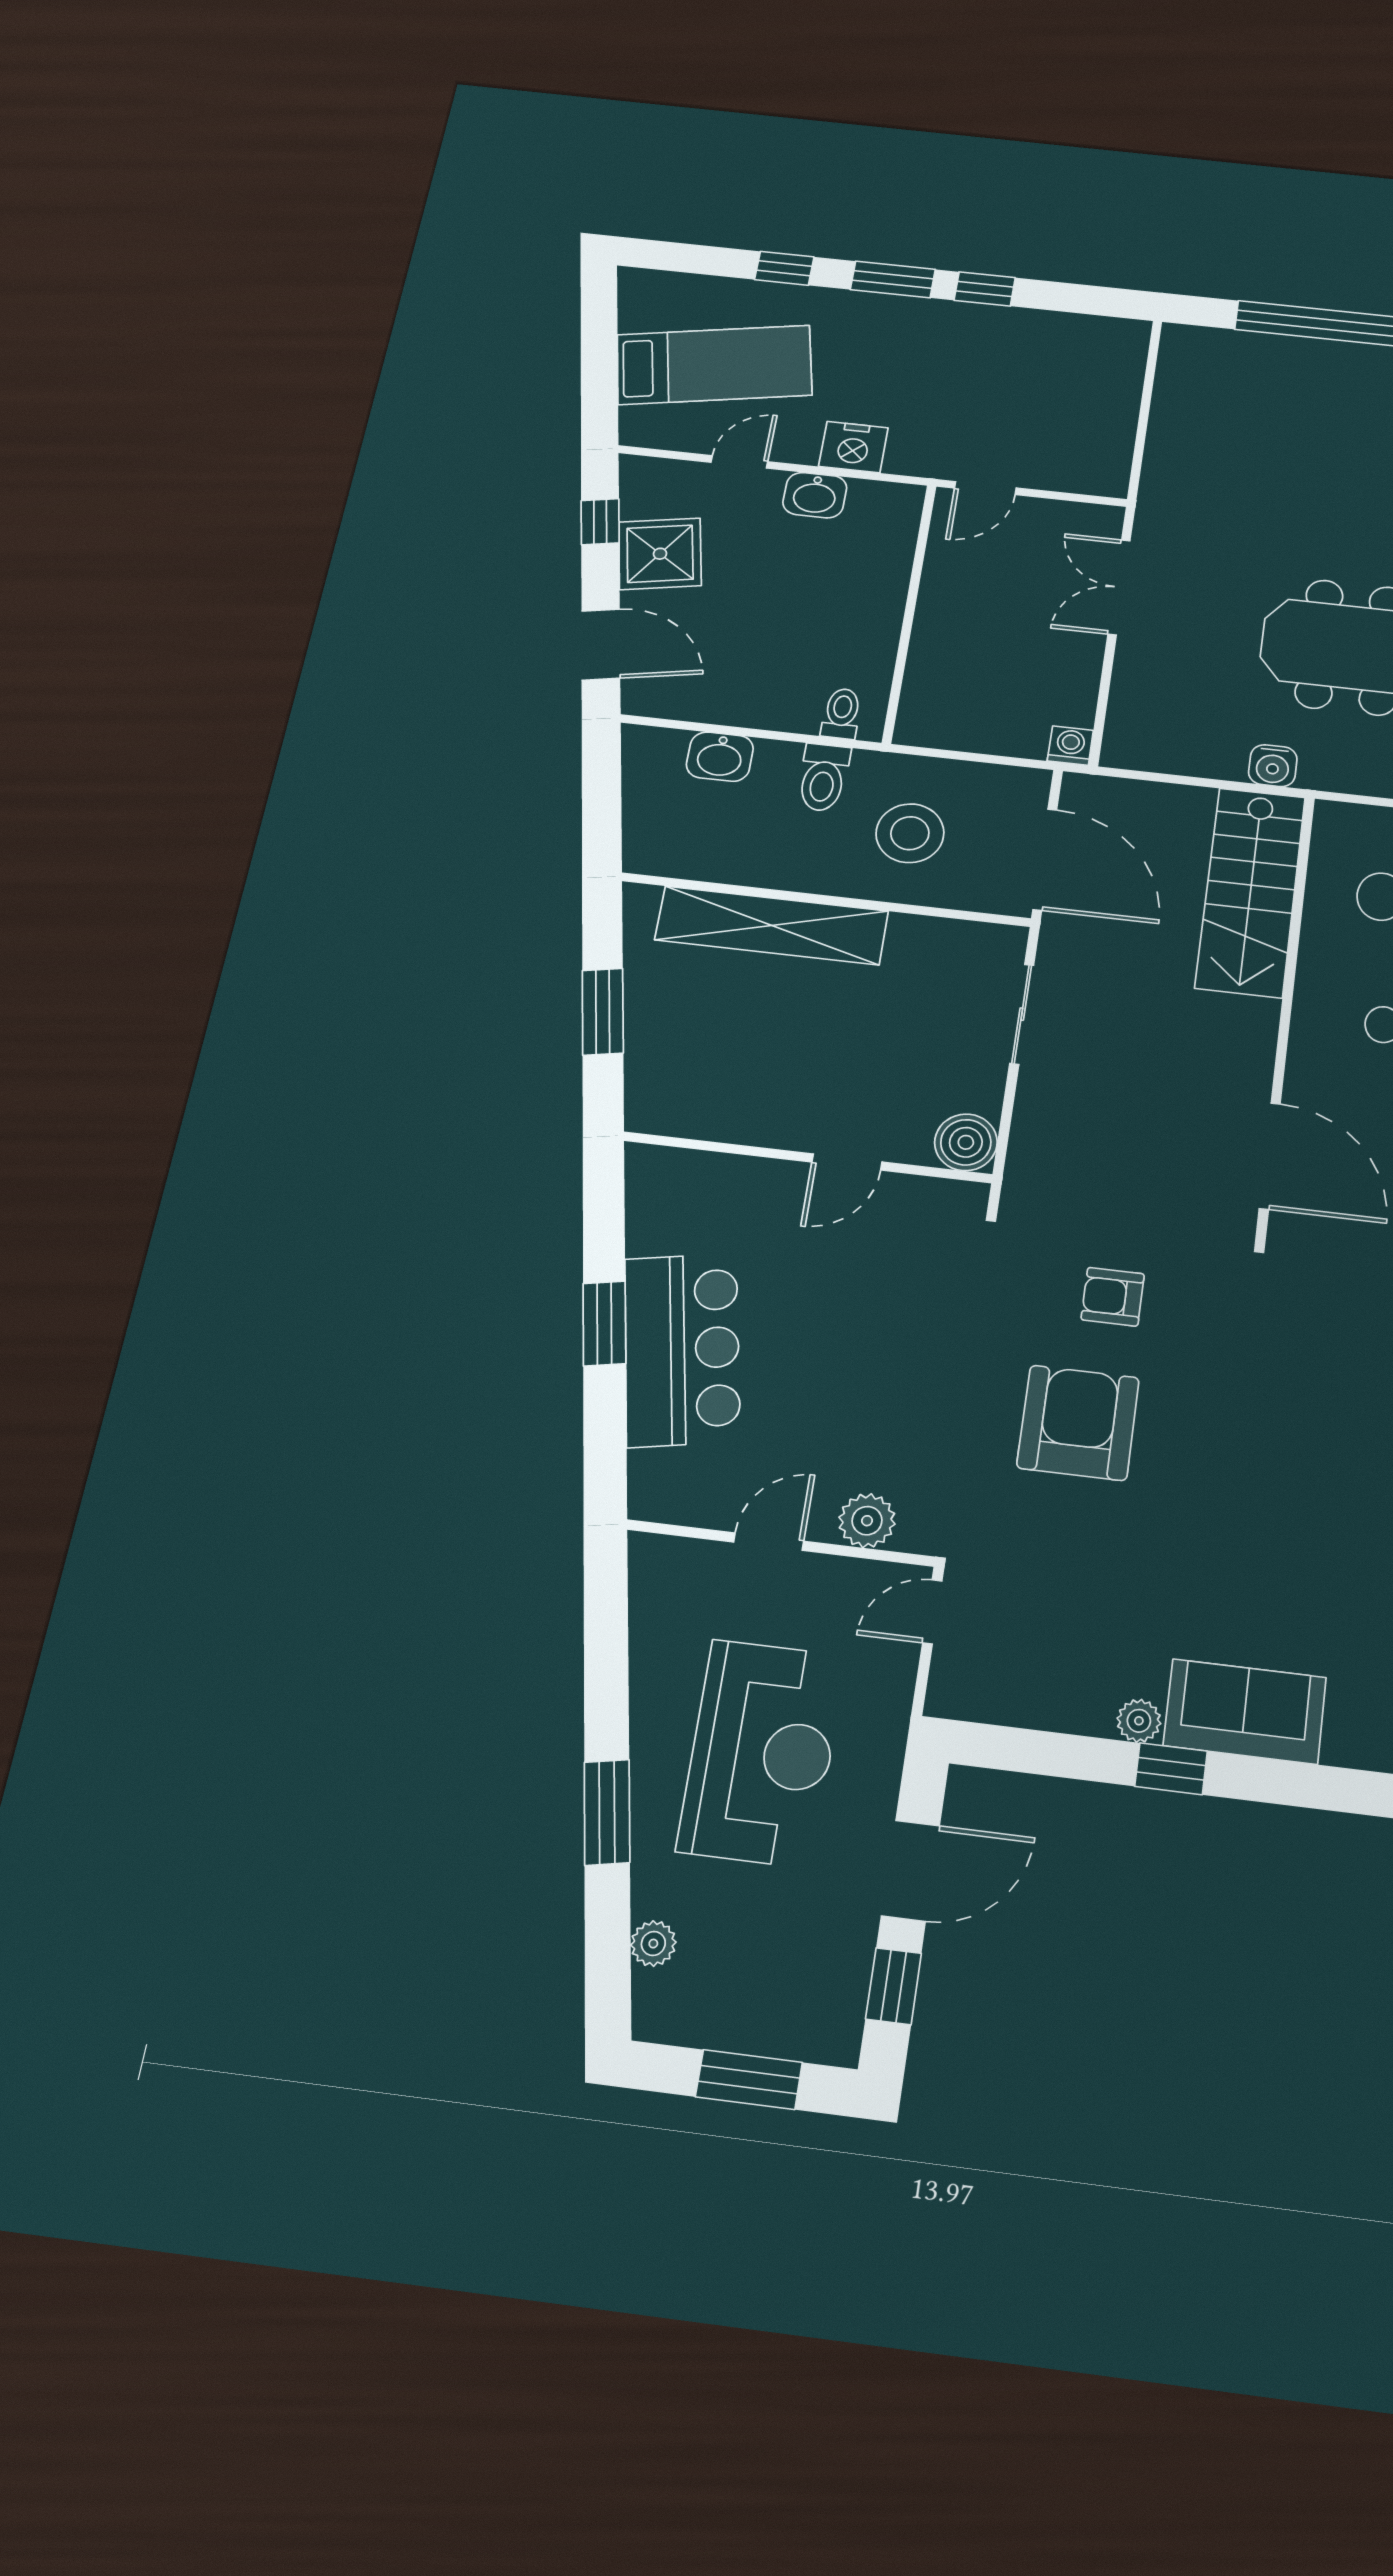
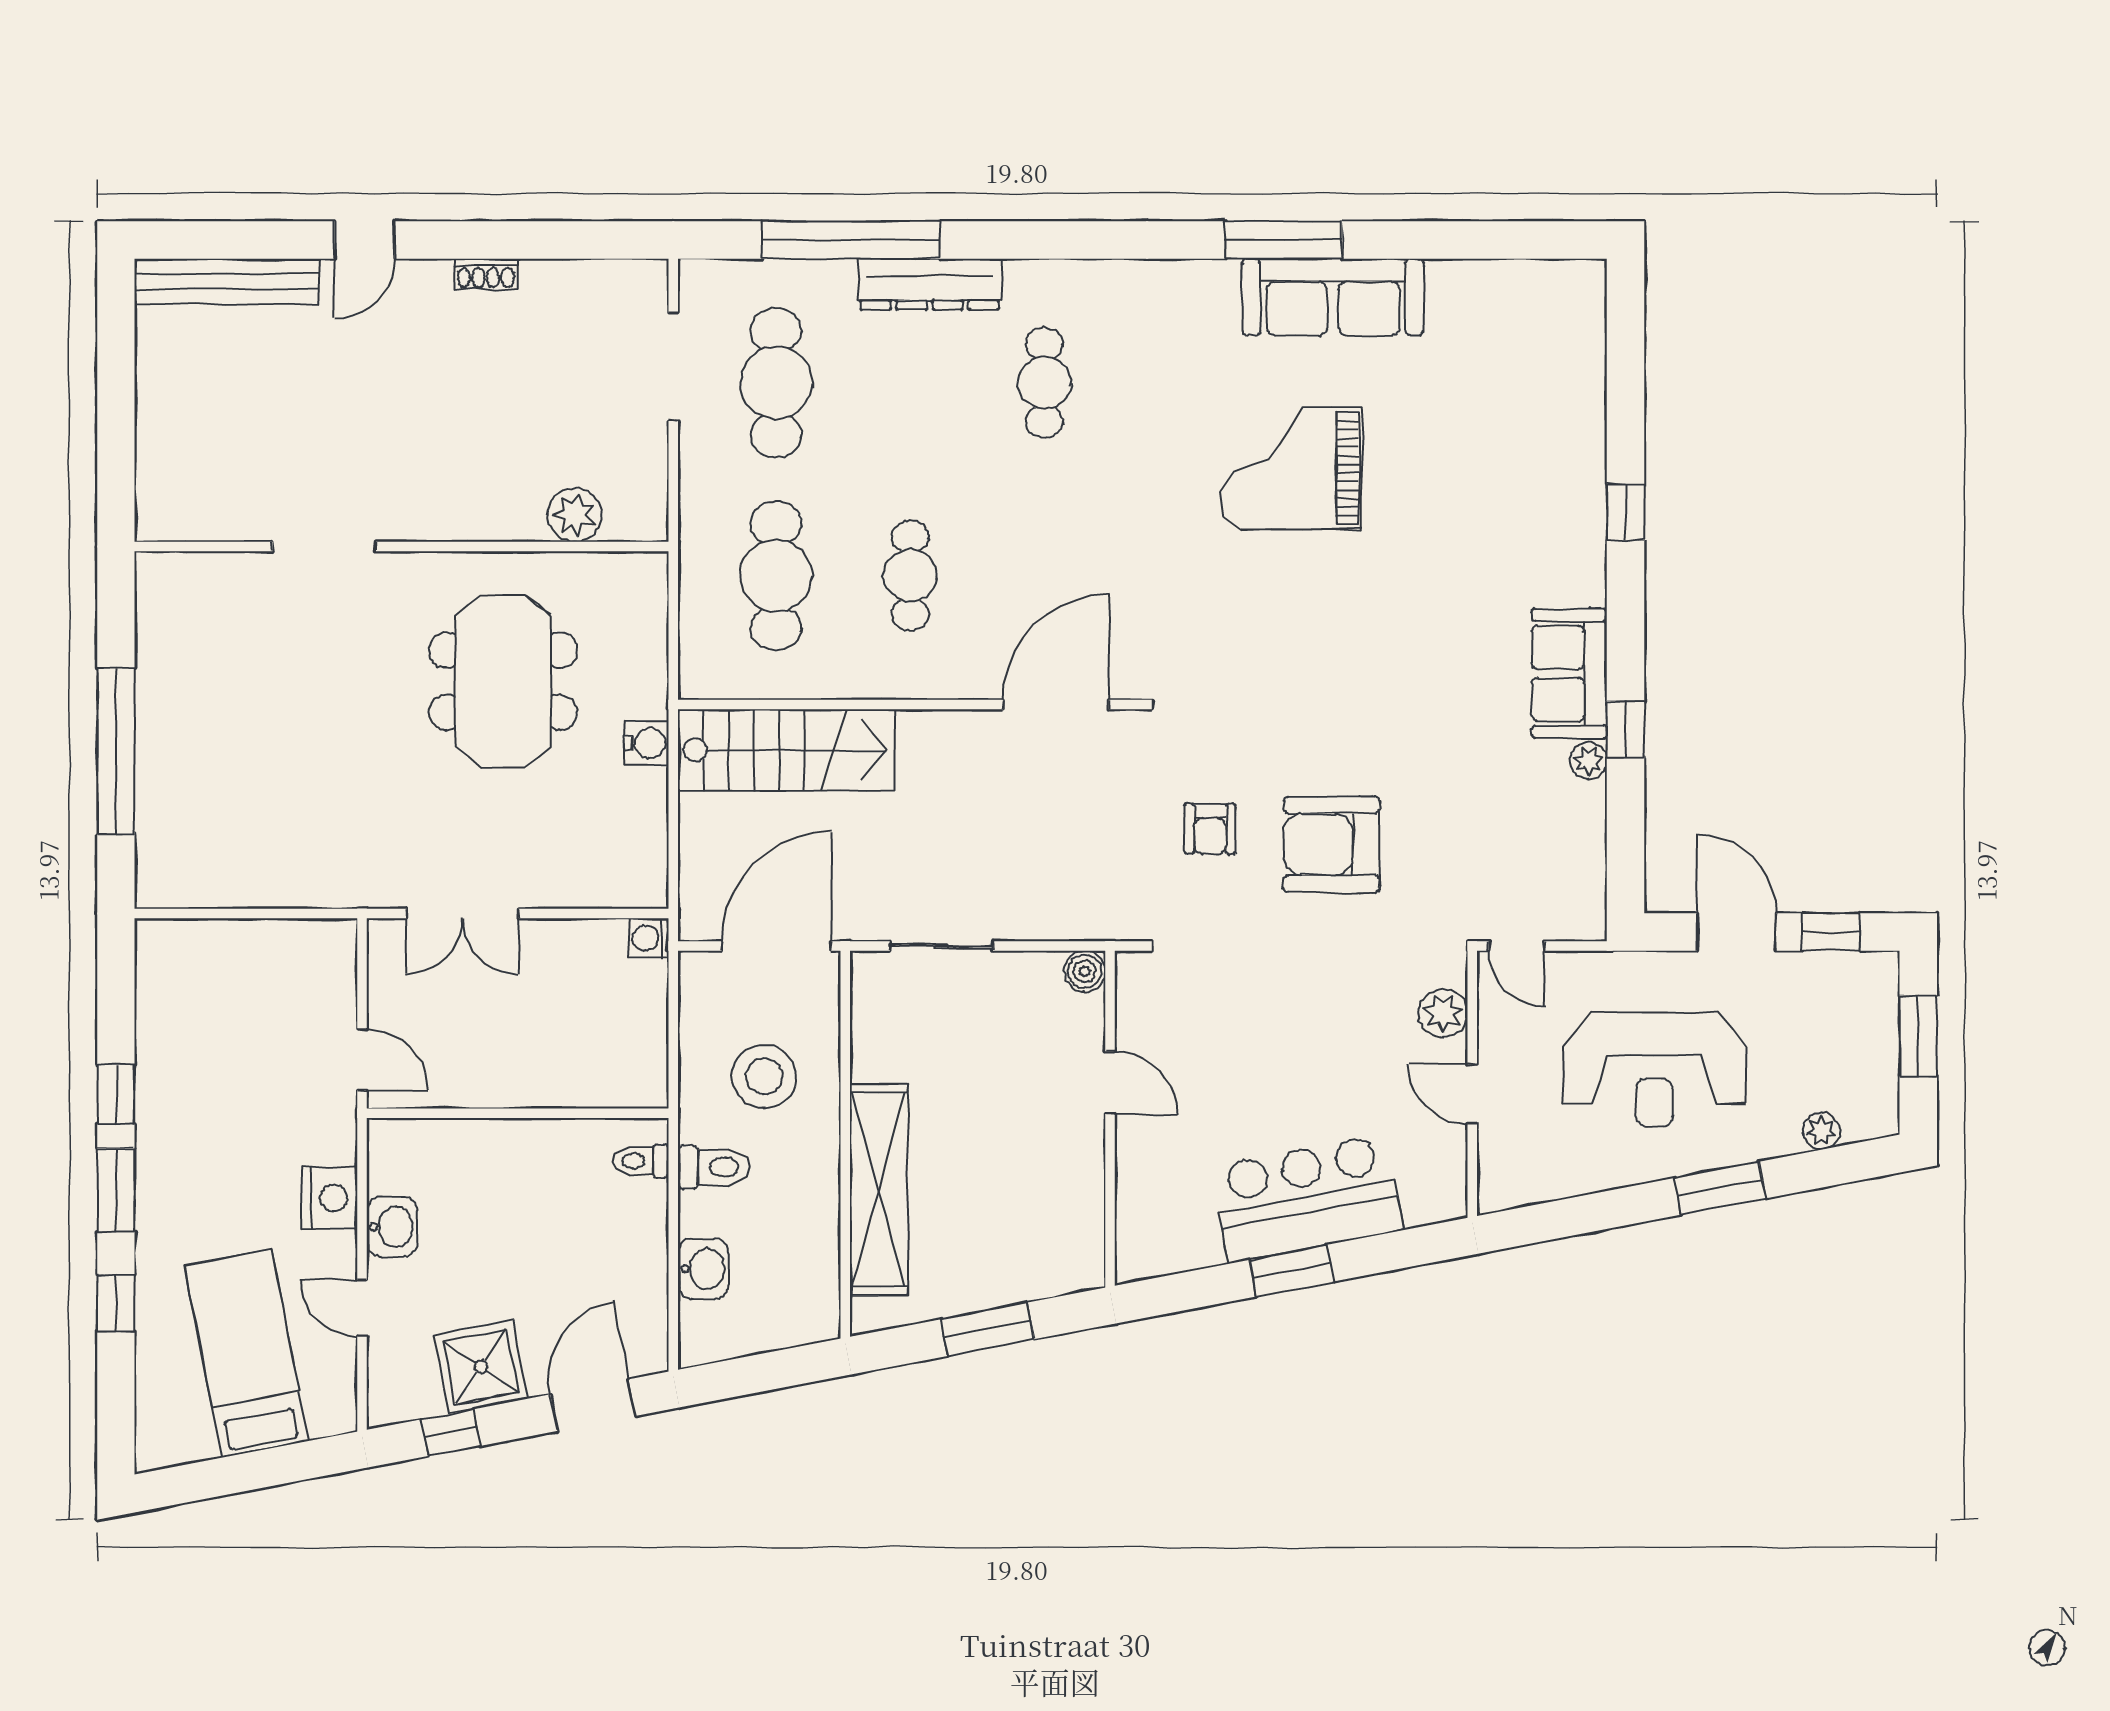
boiler: (966, 1142) -> (1085, 971), width x0.73, depth x0.73
reception desk: (762, 1753) -> (1654, 1069), turned 180

